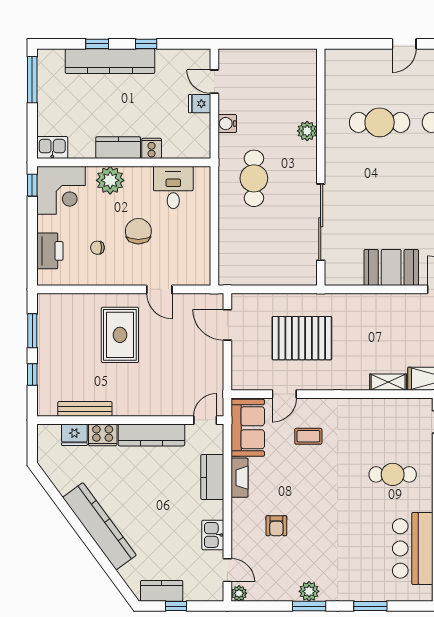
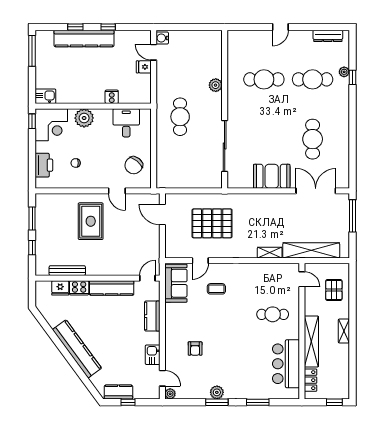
water cooler: (227, 124) -> (162, 38), moved
kitchen counter: (118, 148) -> (89, 96), removed
chair: (138, 231) -> (134, 165), moved, turned -141
fireplace: (240, 478) -> (170, 316), removed

